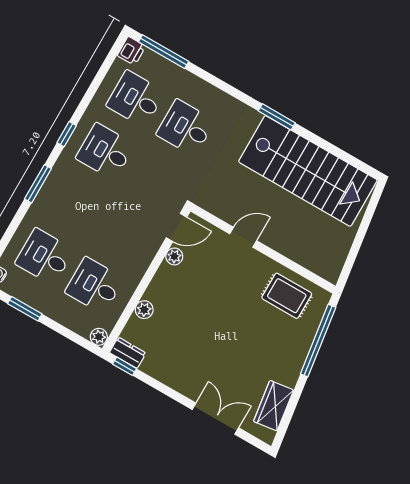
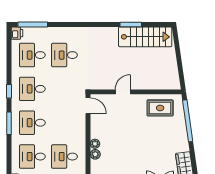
window: (277, 117) -> (131, 24), moved
stairs: (308, 171) -> (145, 37), width x0.73, depth x0.66
desk: (75, 204) -> (32, 123), added
door: (177, 228) -> (88, 106), hinge flipped
plant: (174, 256) -> (95, 144), moved

